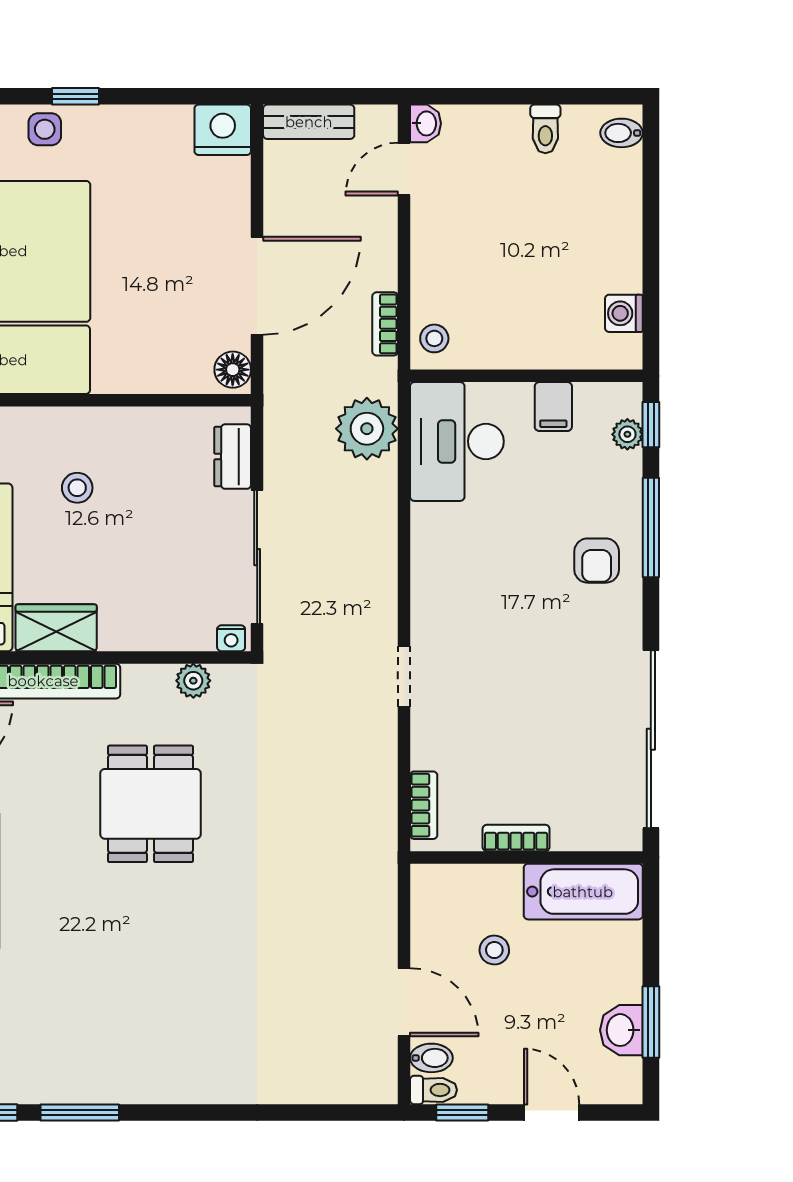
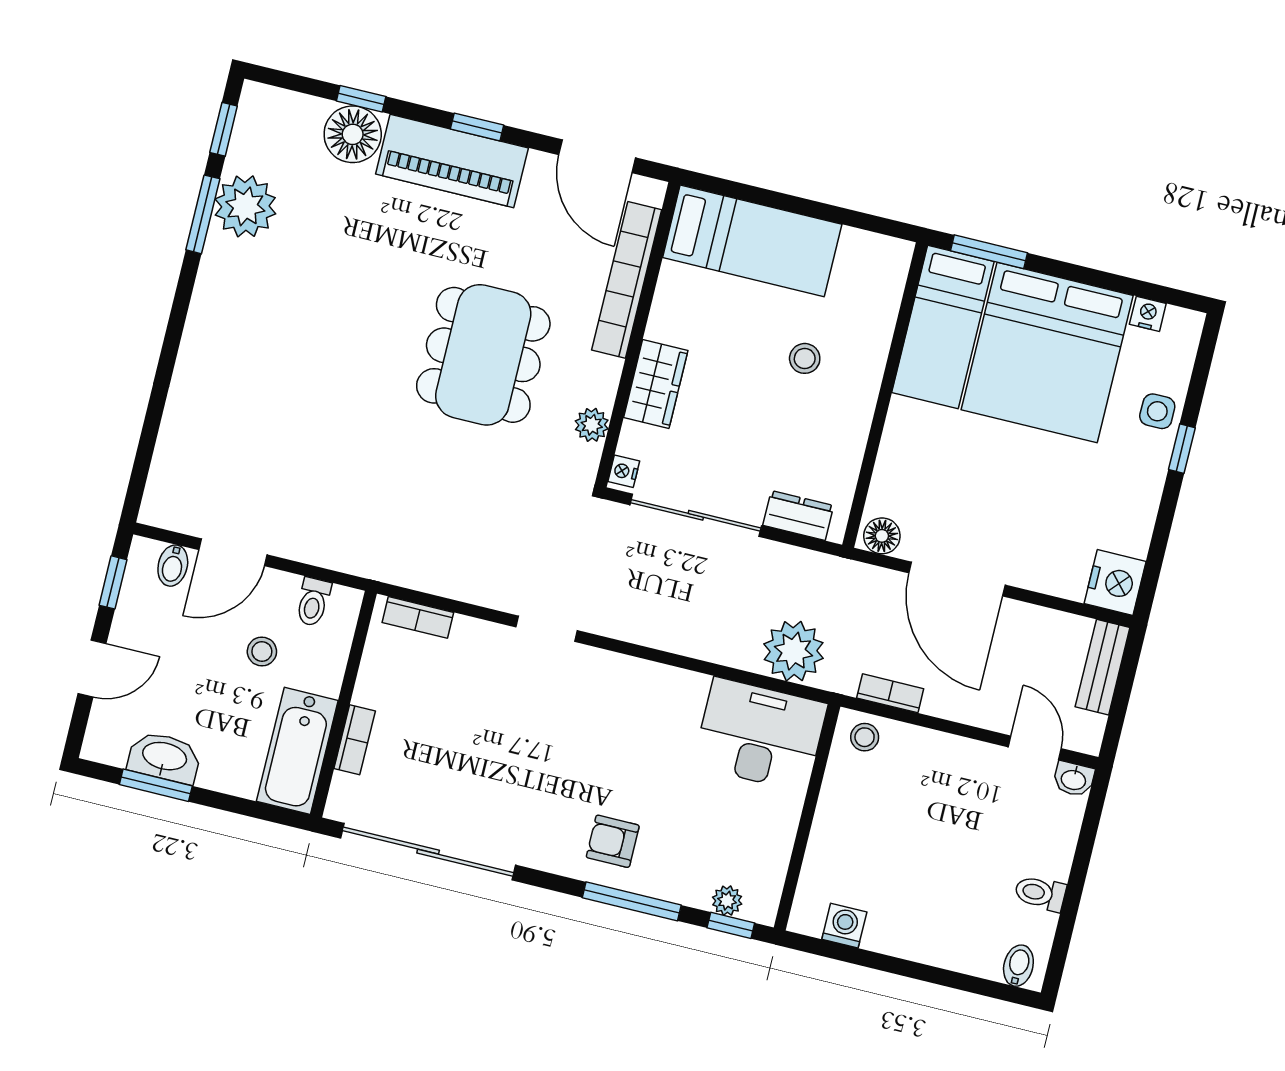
filing cabinet: (553, 407) -> (771, 836), removed
wardrobe: (56, 628) -> (656, 384), moved
dining table: (150, 804) -> (483, 355), width x1.38
bookcase: (516, 838) -> (355, 740), moved
washbasin: (621, 1030) -> (164, 757), width x1.38
plant: (62, 1073) -> (245, 206), added
toilet: (433, 1090) -> (313, 602), moved

